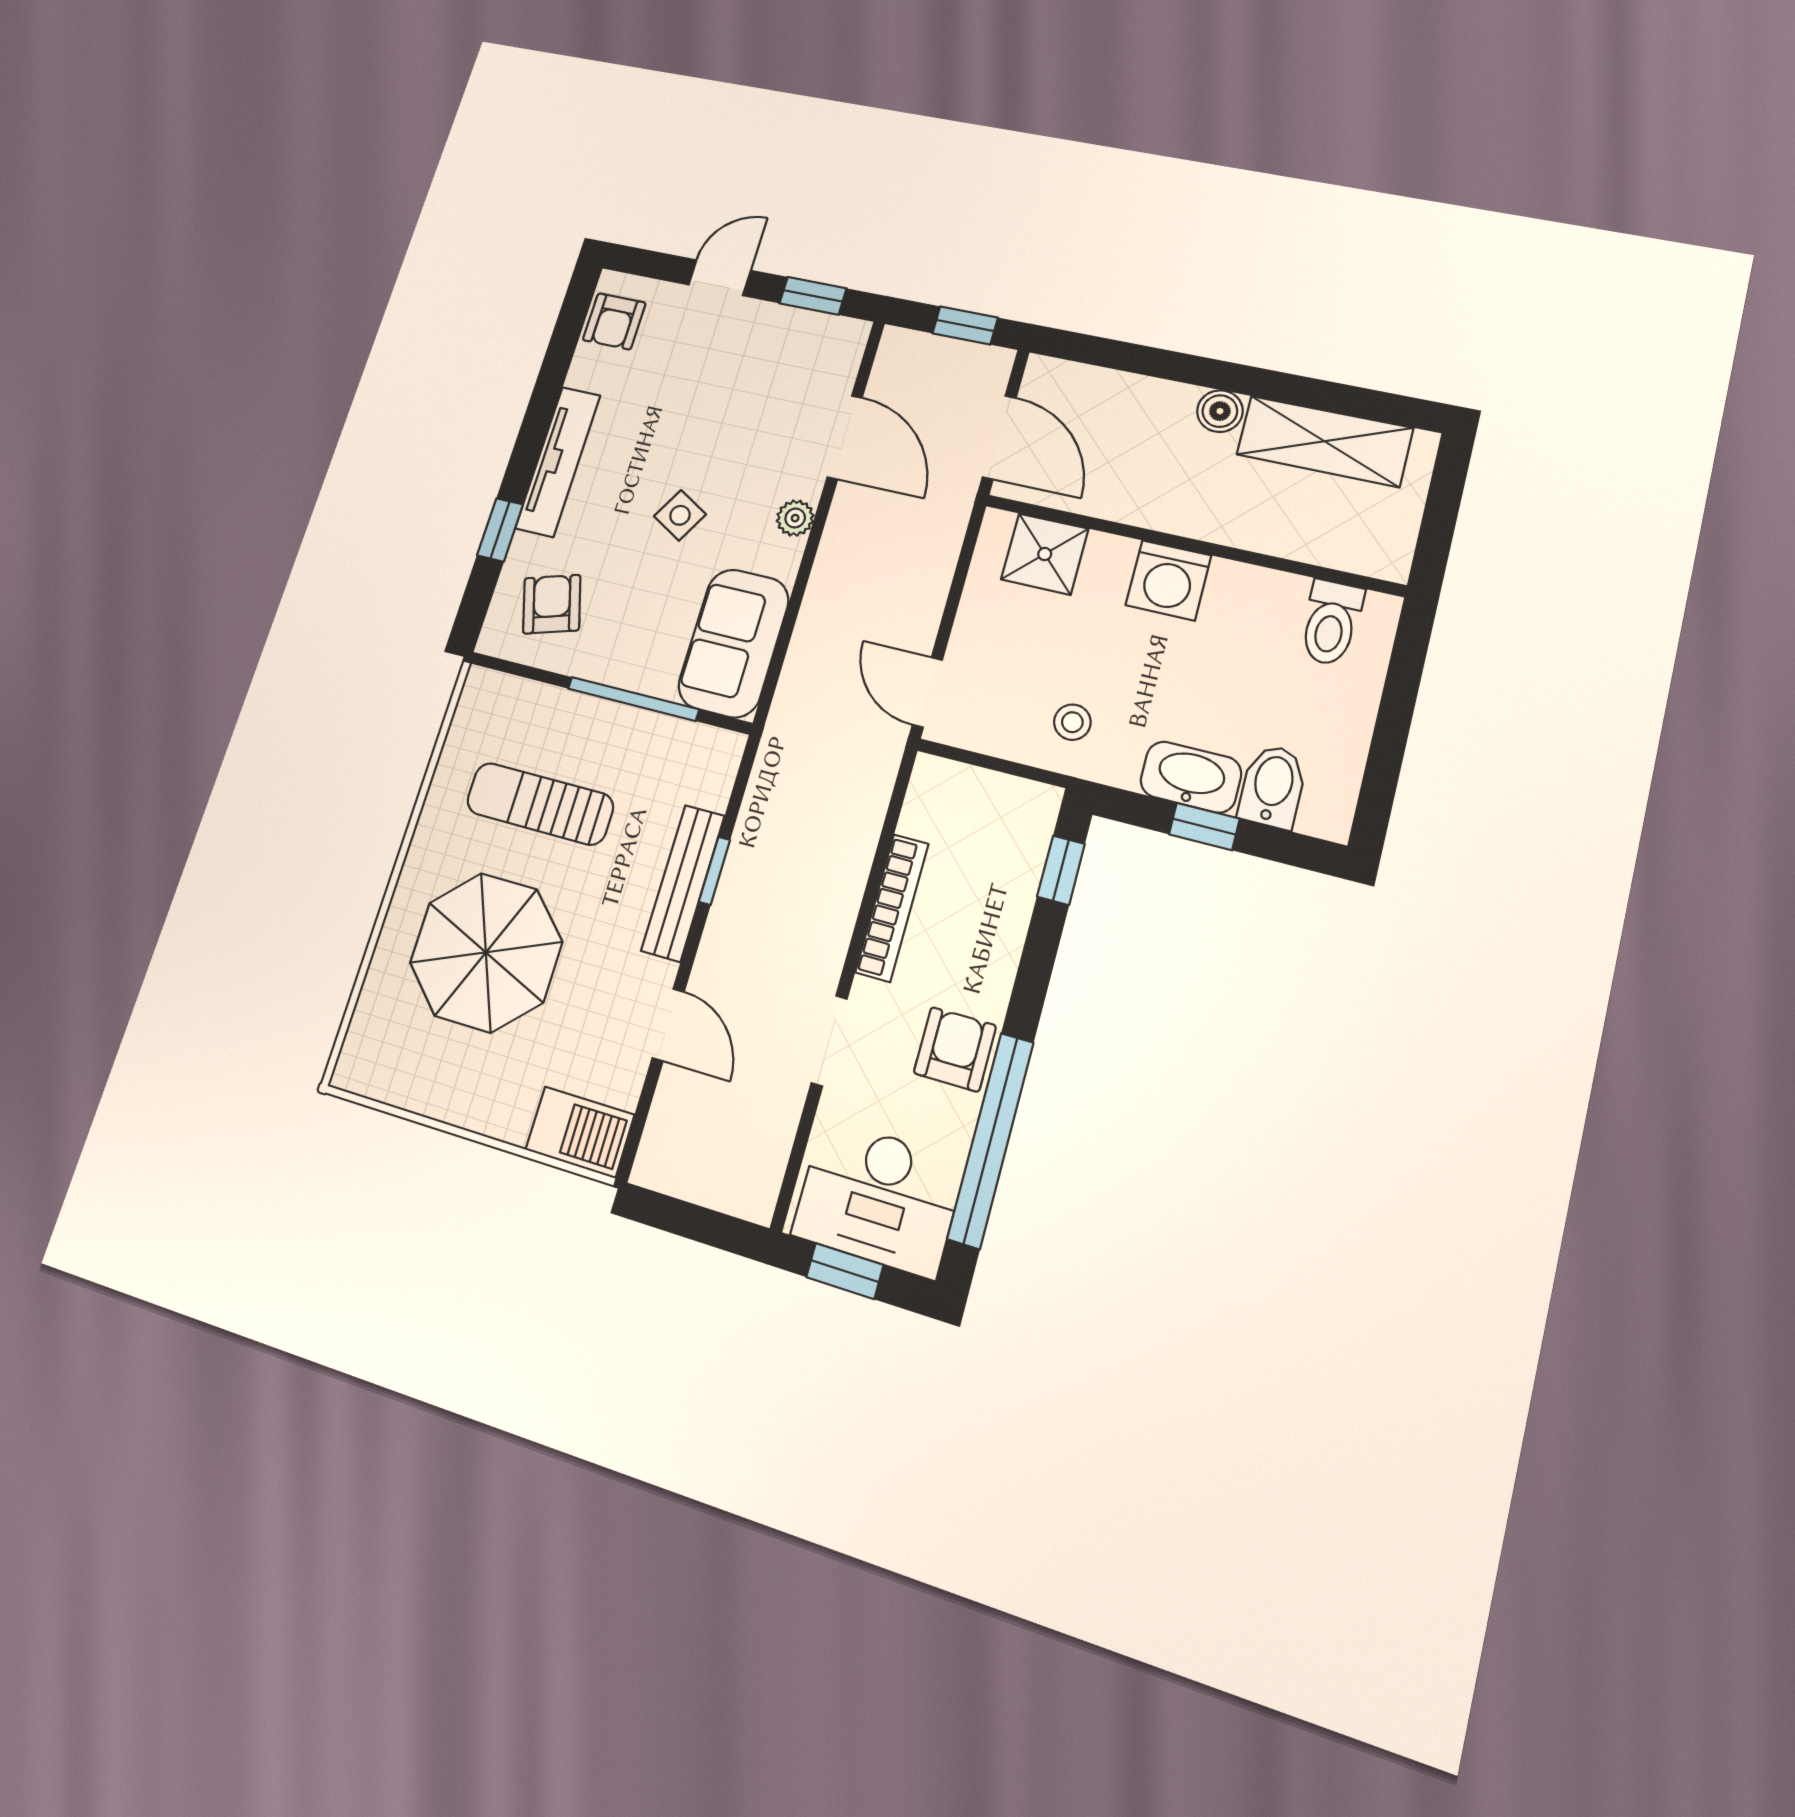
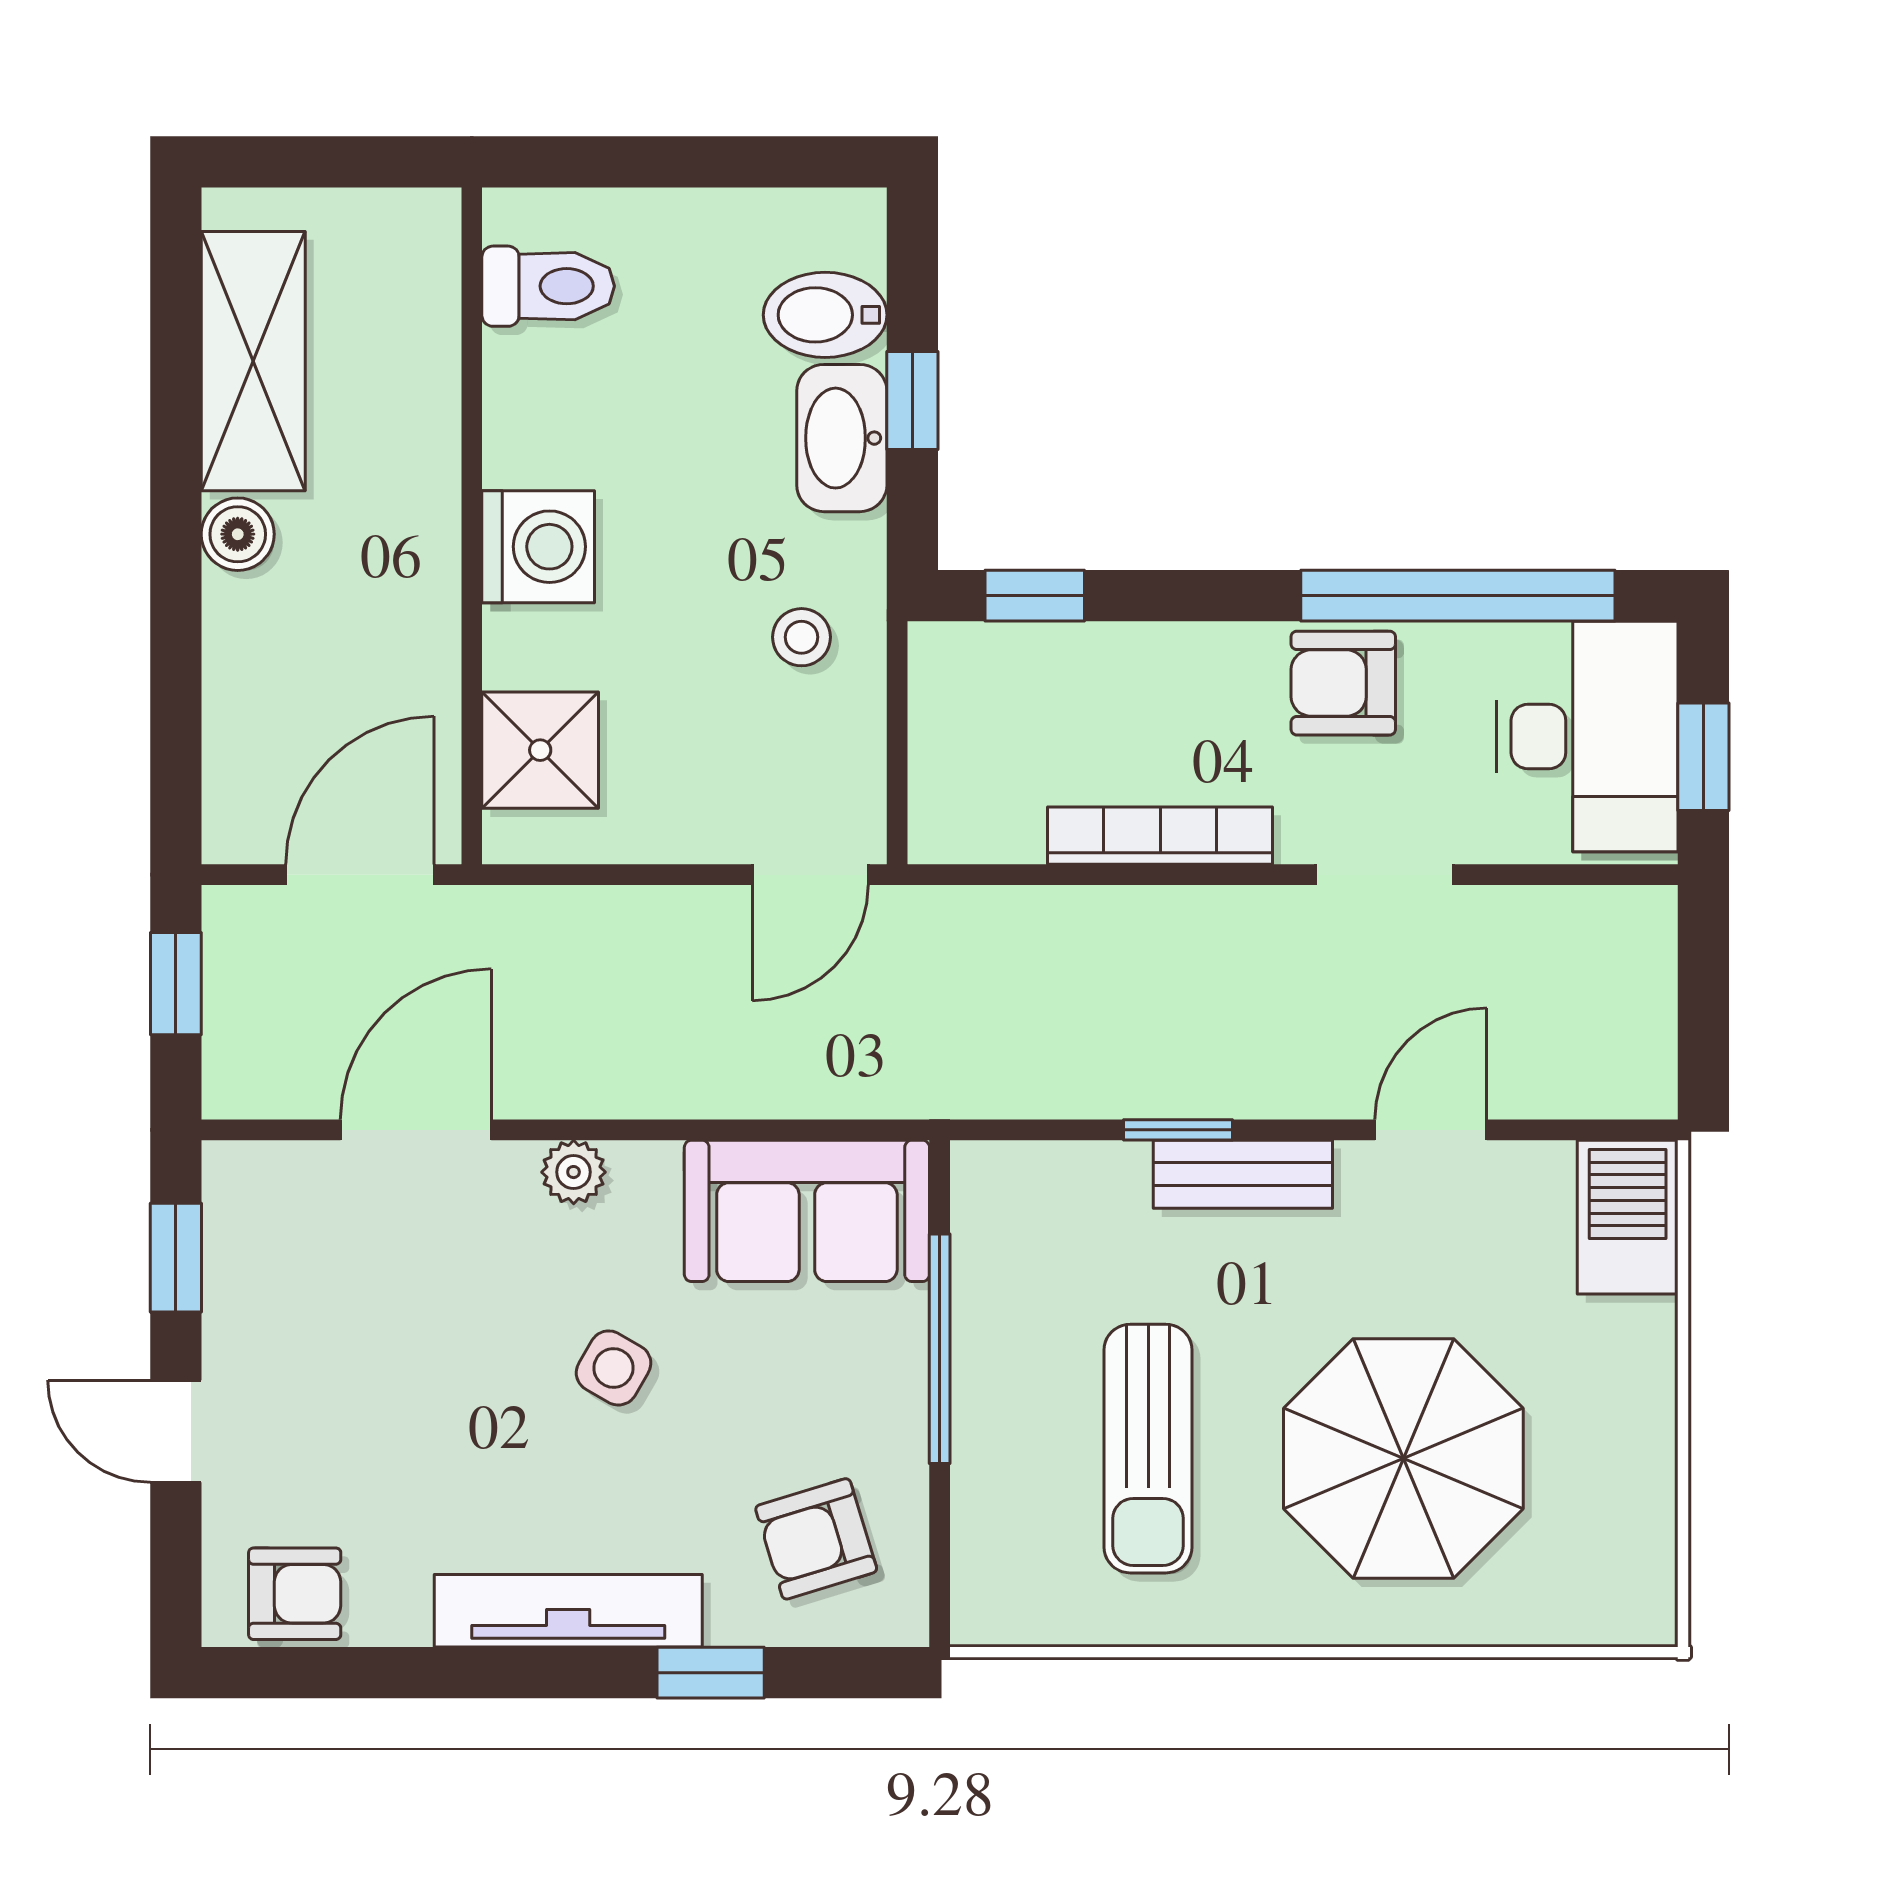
bench: (683, 883) -> (1243, 1174), width x0.73

